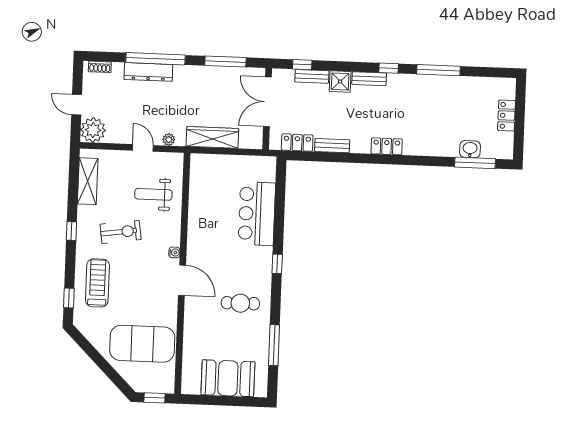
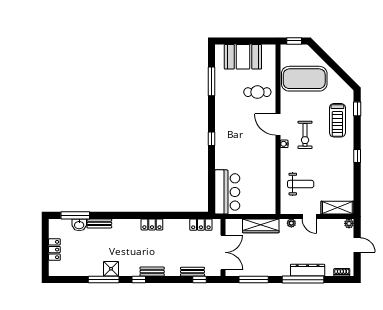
shower: (340, 82) -> (111, 269), moved
plant: (93, 130) -> (349, 223), width x0.53, depth x0.53
bench: (332, 146) -> (99, 223), moved
locker: (387, 146) -> (152, 224), moved
shelving: (88, 181) -> (337, 208), moved, turned 90
bar counter: (257, 214) -> (227, 192), moved
exercise bike: (121, 232) -> (305, 135), moved, turned -82
cafe table: (240, 303) -> (257, 92), moved

